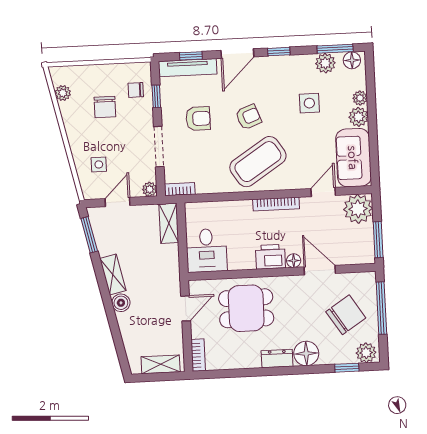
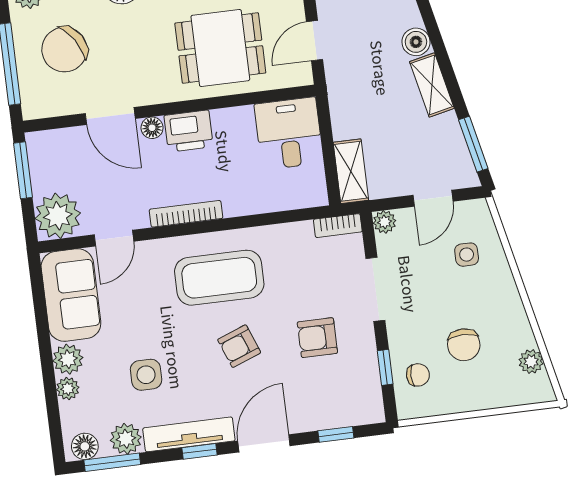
tv unit: (188, 68) -> (189, 434), moved
chair: (105, 107) -> (464, 345), turned 180
coffee table: (258, 162) -> (219, 278), turned 33

